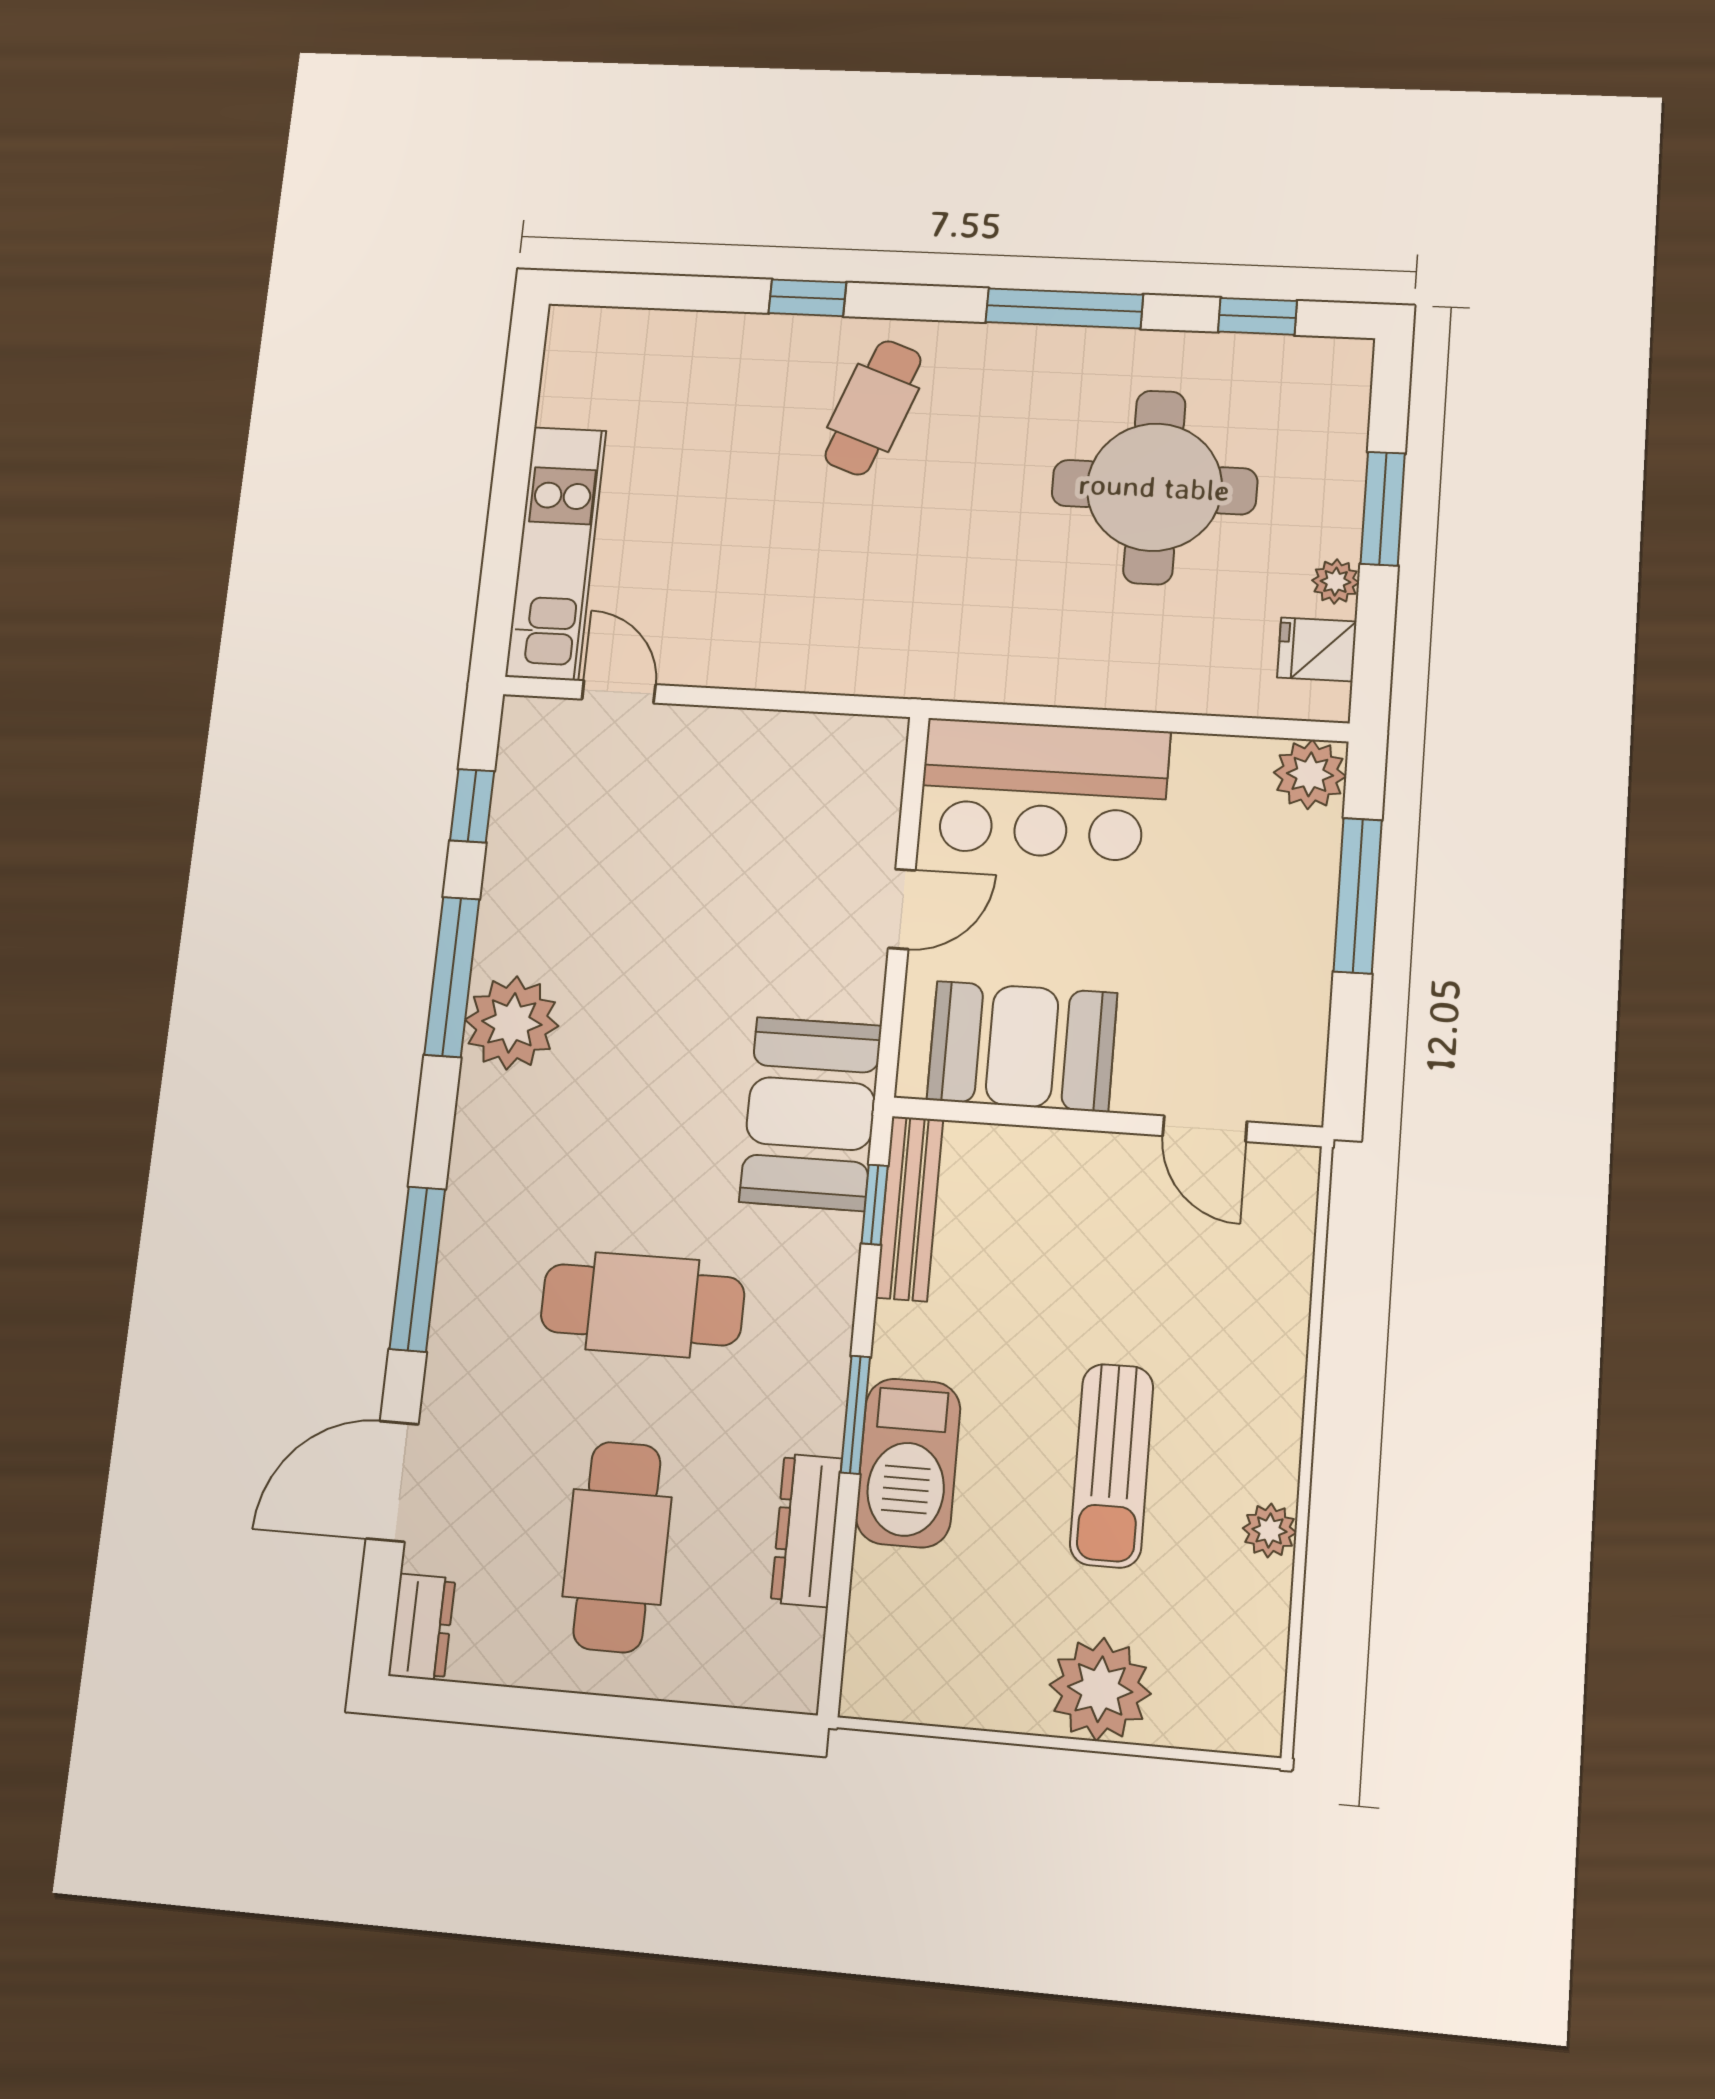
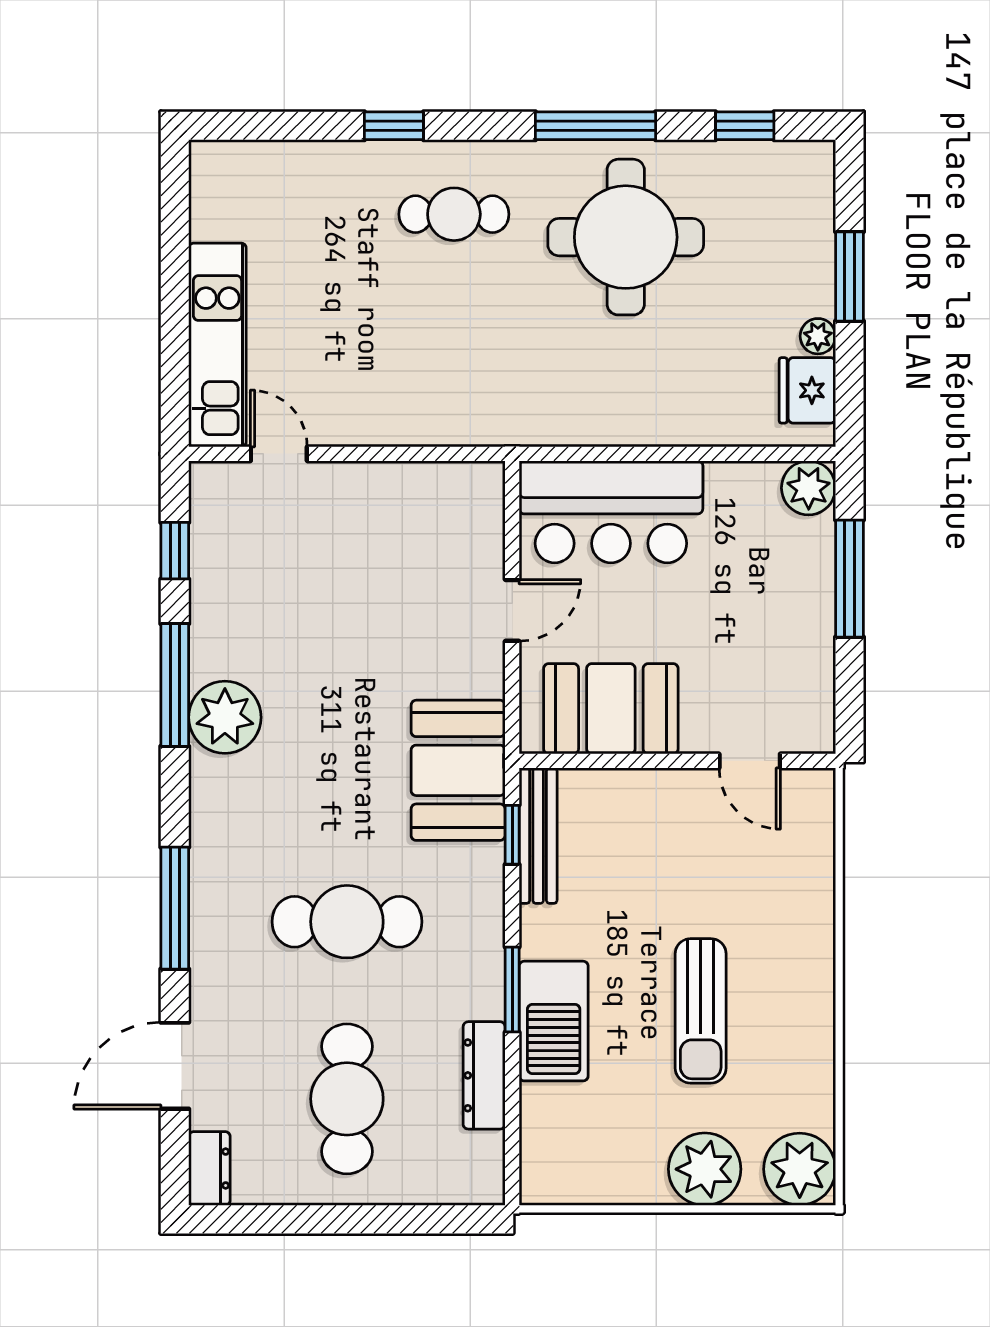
cafe table: (873, 408) -> (454, 214), turned 70
round table: (1154, 487) -> (626, 237), moved
fridge: (1317, 649) -> (807, 390), width x1.38
plant: (1269, 1530) -> (800, 1169), moved, width x1.87, depth x1.87

